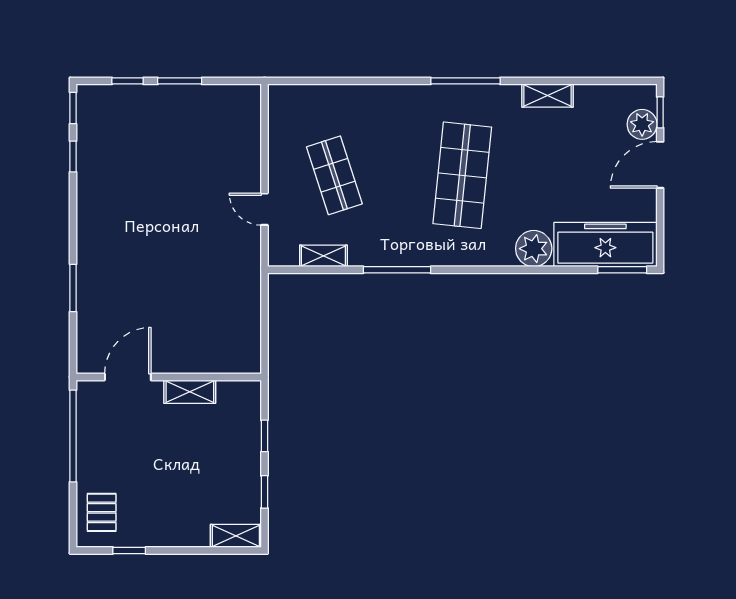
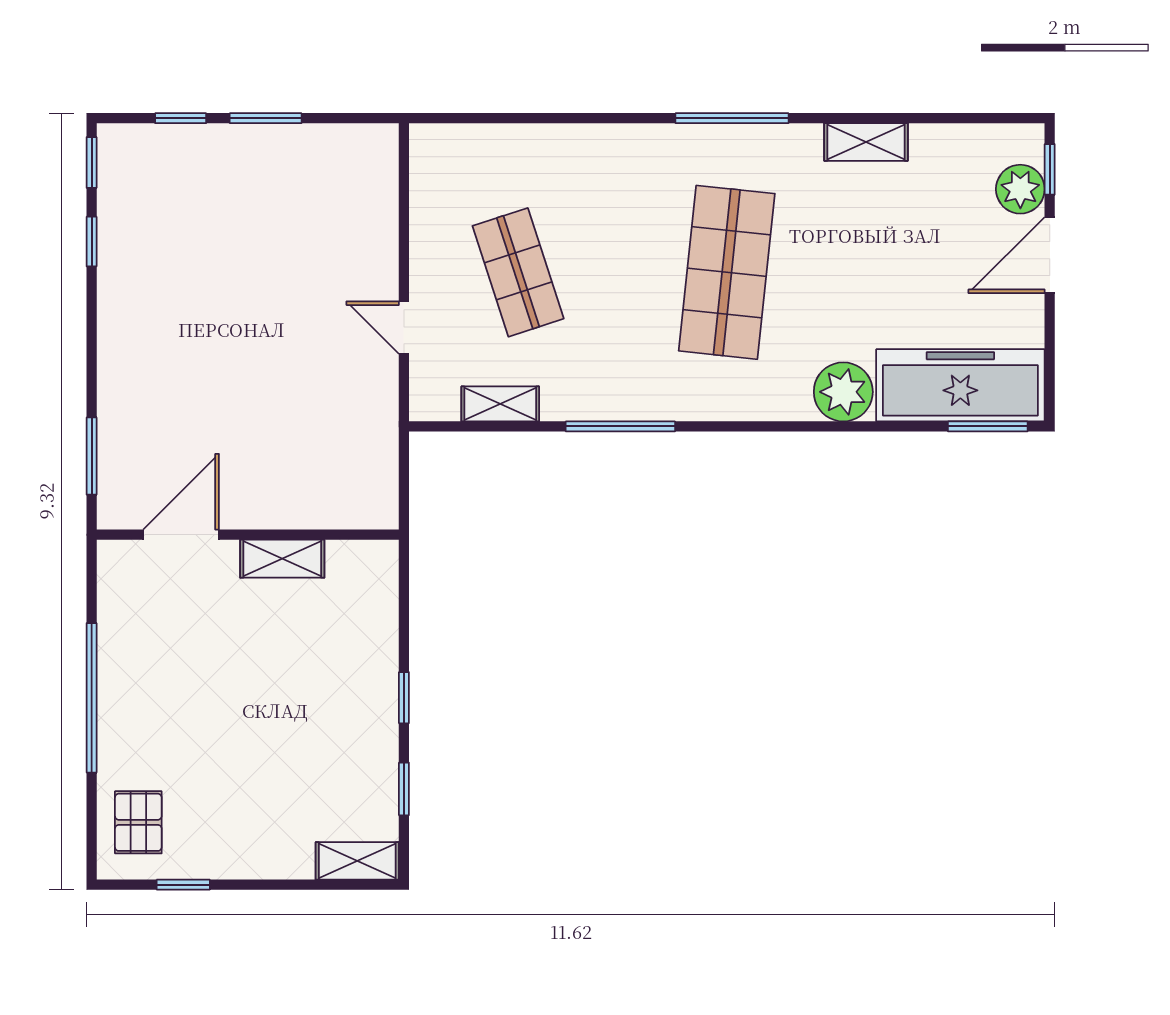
door: (128, 377) -> (181, 535), moved
wall: (169, 377) -> (248, 535), moved
shelving: (190, 392) -> (282, 559), moved

